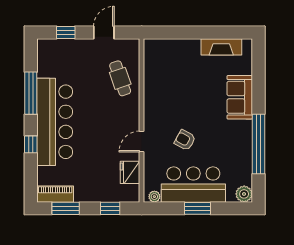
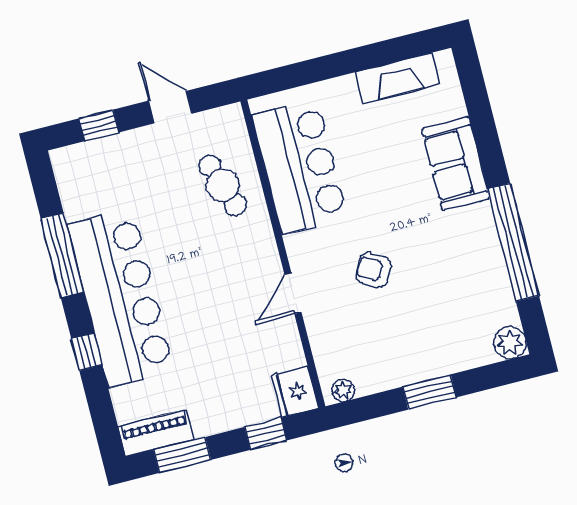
door: (104, 32) -> (170, 107), hinge flipped
fridge: (130, 172) -> (295, 392), moved
bar counter: (193, 185) -> (300, 167), moved, turned 90

